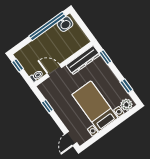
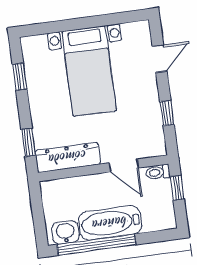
bathtub: (46, 40) -> (110, 223), added
window: (18, 65) -> (177, 188), moved
plant: (126, 105) -> (36, 46), removed
door: (71, 139) -> (160, 59), moved

